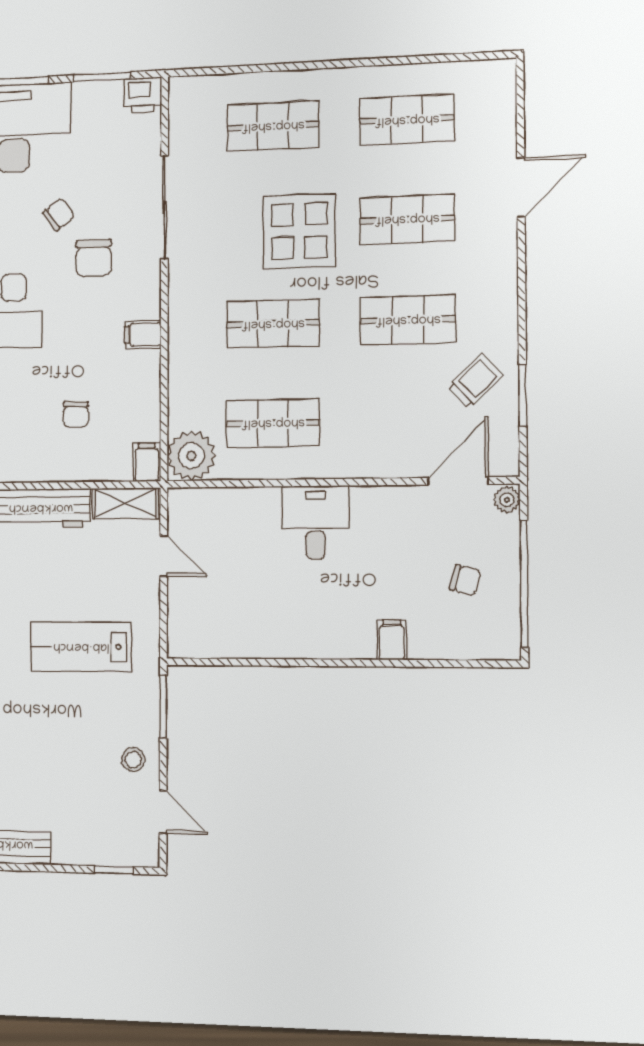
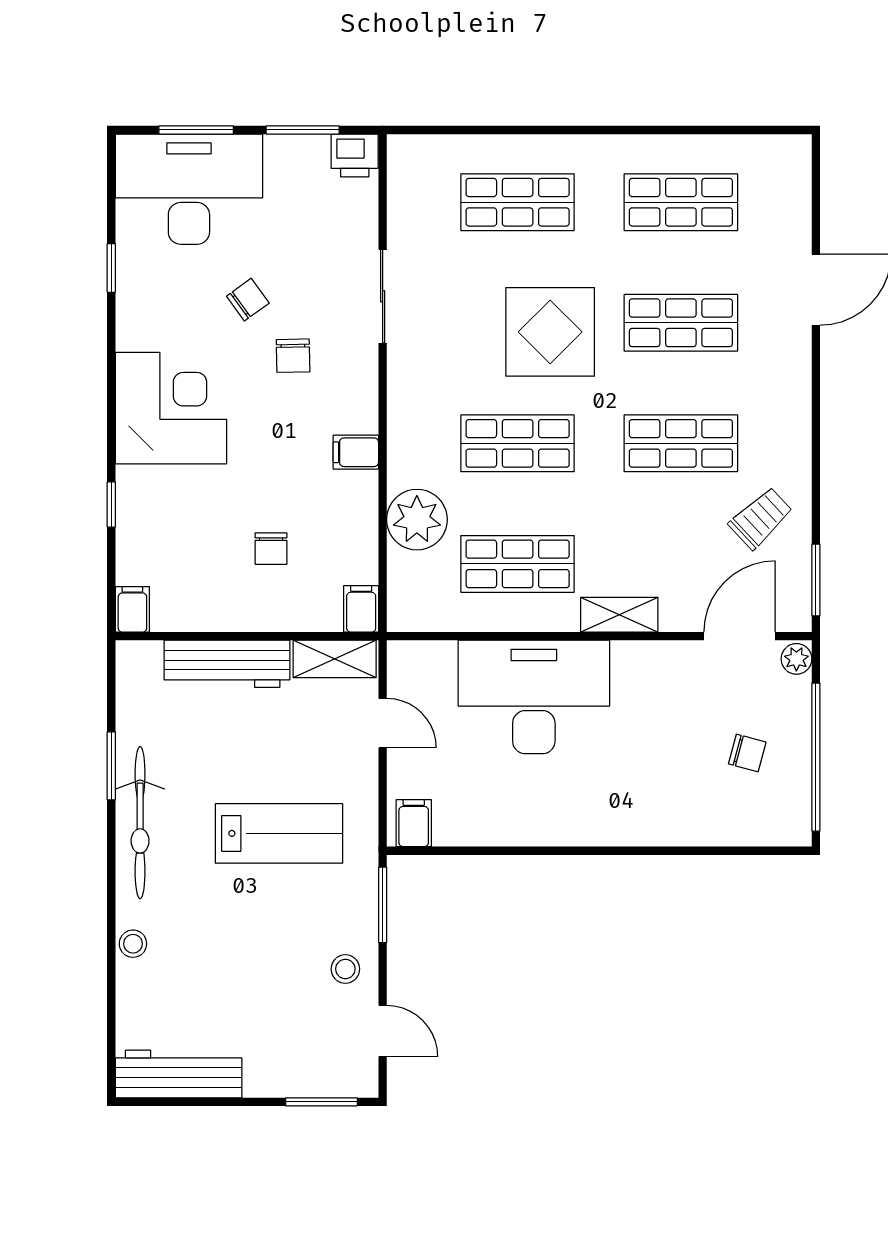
sliding door: (164, 207) -> (383, 296), width x0.73
chair: (94, 258) -> (293, 356), width x0.73, depth x0.73
window: (523, 395) -> (816, 580), moved
plant: (191, 456) -> (417, 520), moved
shelving: (357, 464) -> (619, 615), added
desk: (315, 522) -> (534, 697), width x1.87, depth x1.30
filing cabinet: (392, 640) -> (414, 823), moved
lab bench: (81, 647) -> (279, 833), turned 180
window: (114, 870) -> (322, 1102), width x1.50

